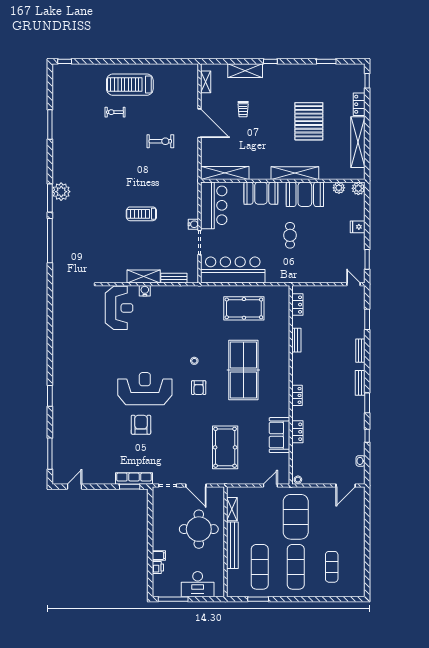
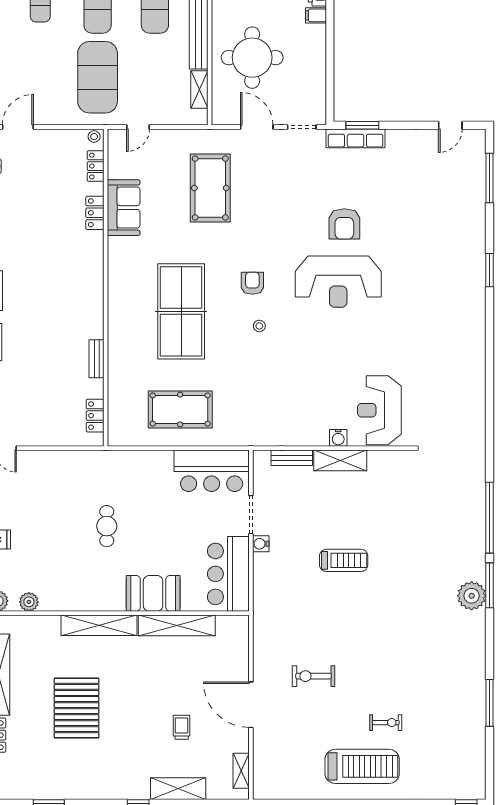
shelving: (225, 173) -> (177, 625), moved
booth: (305, 194) -> (83, 592), removed
bar counter: (233, 270) -> (212, 471), width x0.73
locker: (297, 395) -> (96, 166), moved

